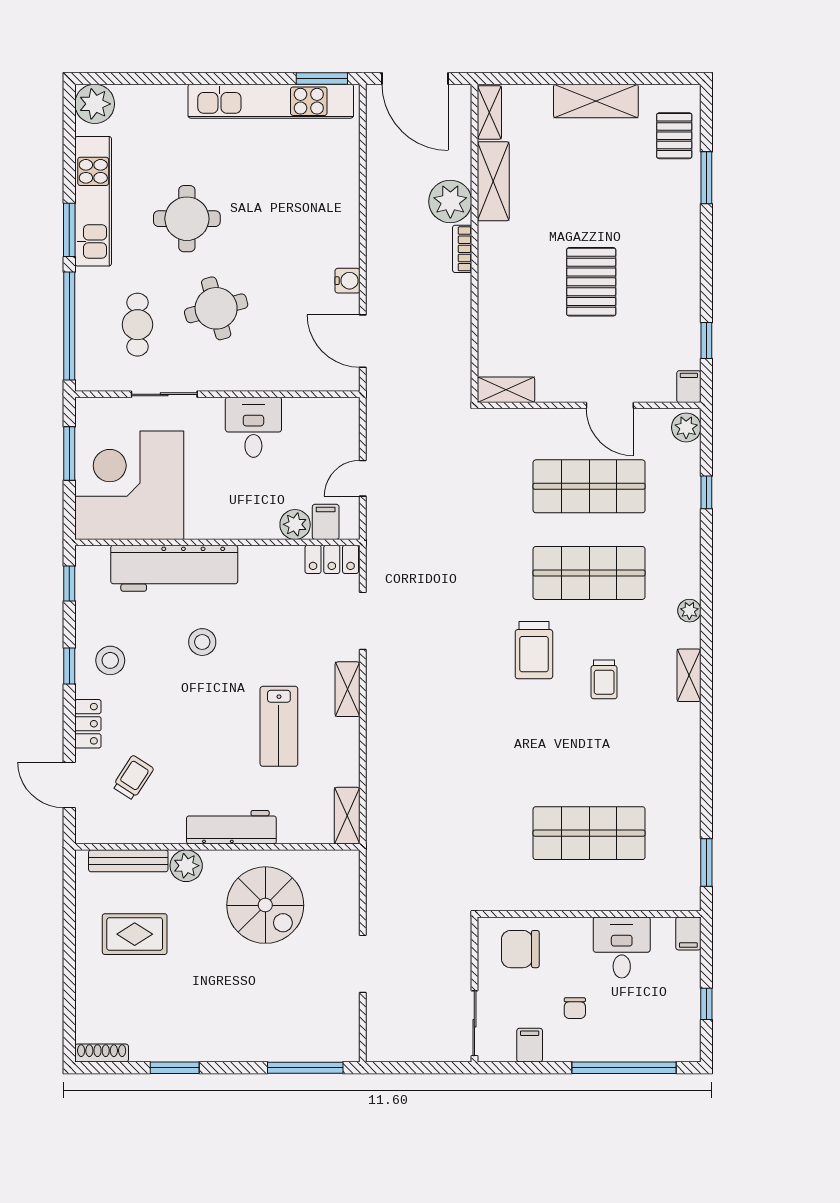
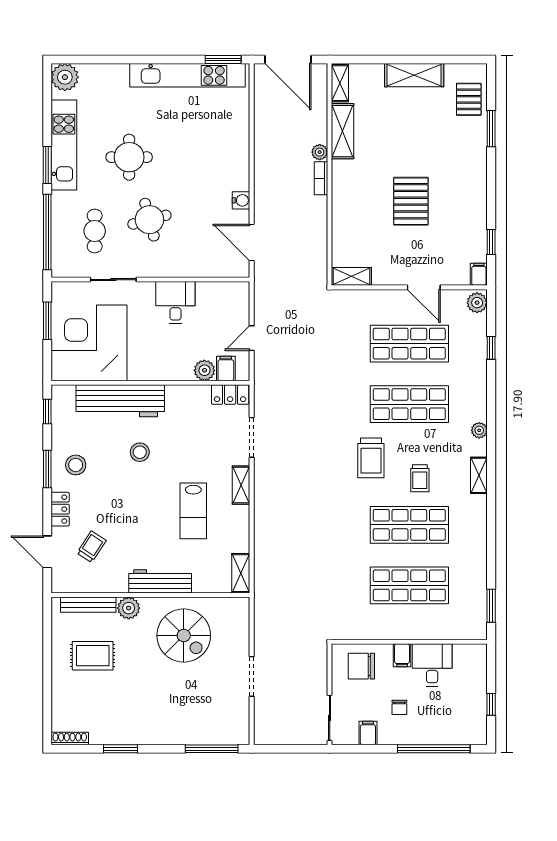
plant: (450, 201) -> (320, 152), width x0.53, depth x0.53
window: (69, 666) -> (47, 469), width x1.50
shop shelf: (589, 746) -> (409, 525), added
filing cabinet: (688, 933) -> (402, 655), moved

